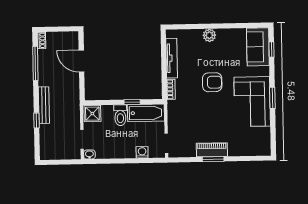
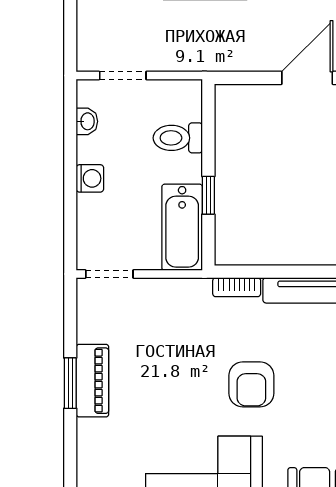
shower: (92, 114) -> (183, 101), removed
toilet: (120, 115) -> (178, 138), moved
washing machine: (142, 152) -> (90, 178), moved
washbasin: (89, 154) -> (87, 121), moved

